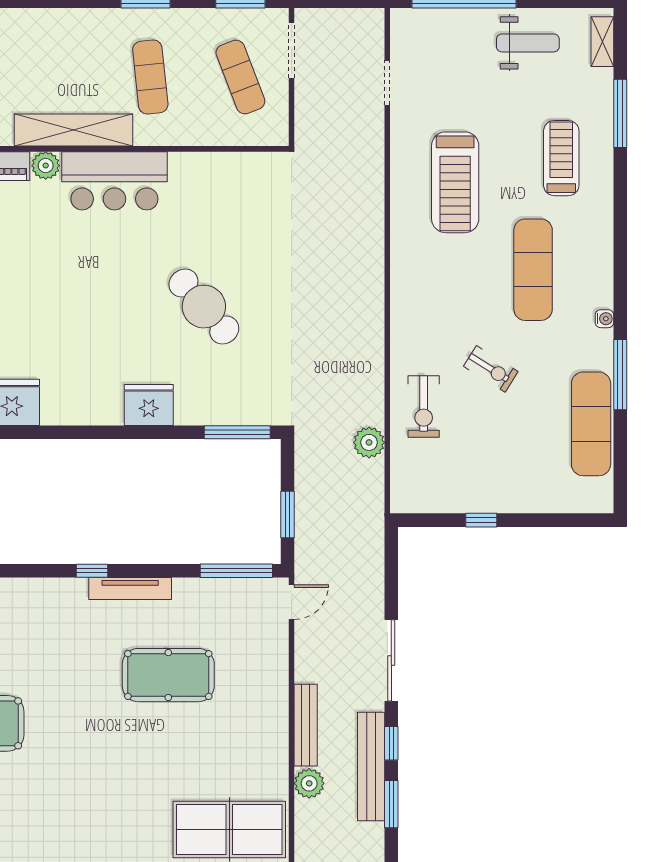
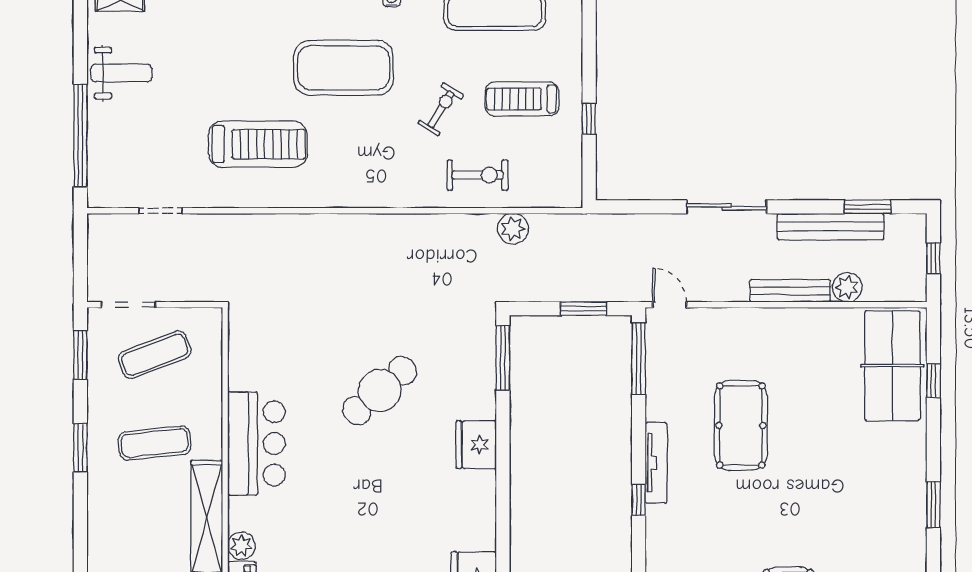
weight bench: (528, 43) -> (121, 73), turned 90
treadmill: (561, 158) -> (522, 99), moved
bar counter: (114, 181) -> (256, 443), moved
exercise mat: (533, 270) -> (344, 68), width x1.47
window: (391, 743) -> (808, 207), removed

